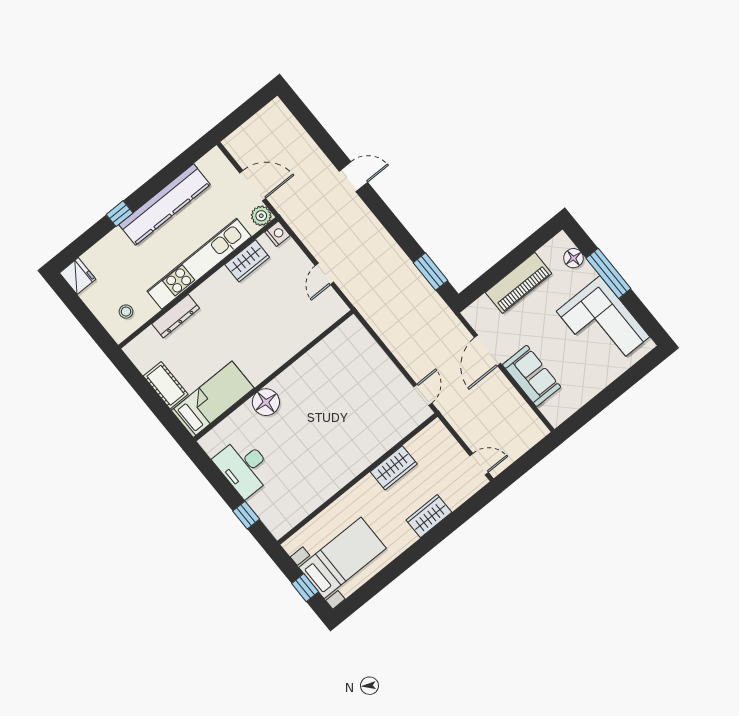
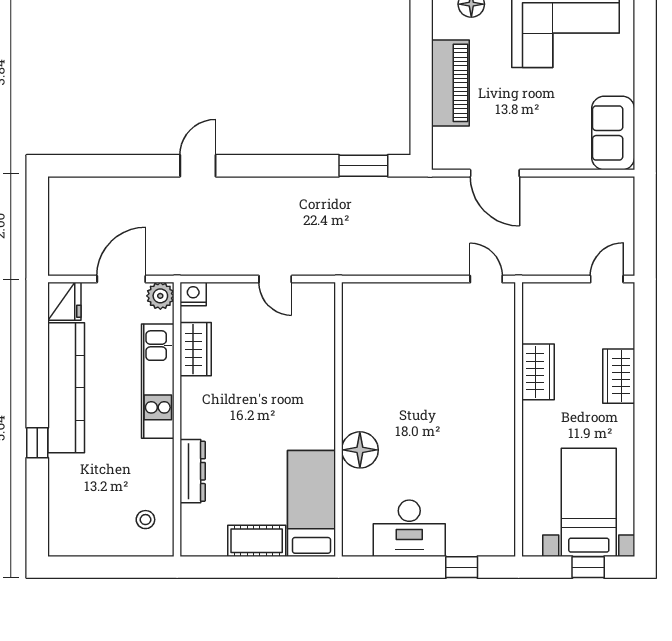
kitchen unit: (199, 264) -> (158, 381), width x0.73
fridge: (78, 276) -> (64, 301), moved, turned 90
sofa: (532, 376) -> (613, 133), moved, turned -90

